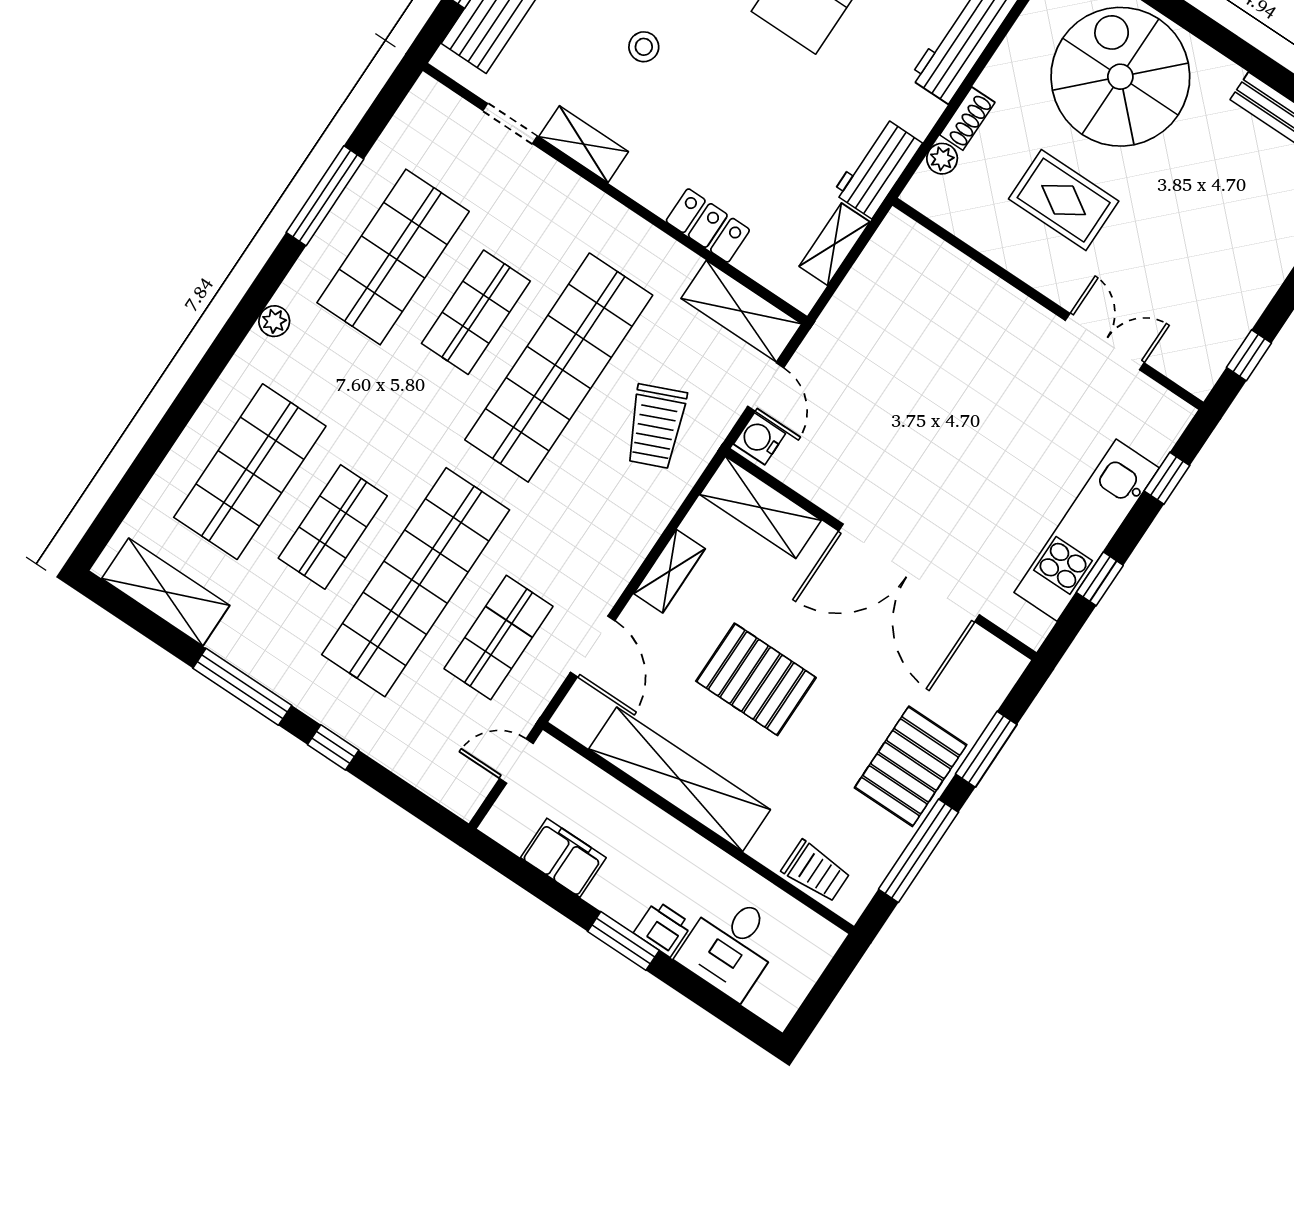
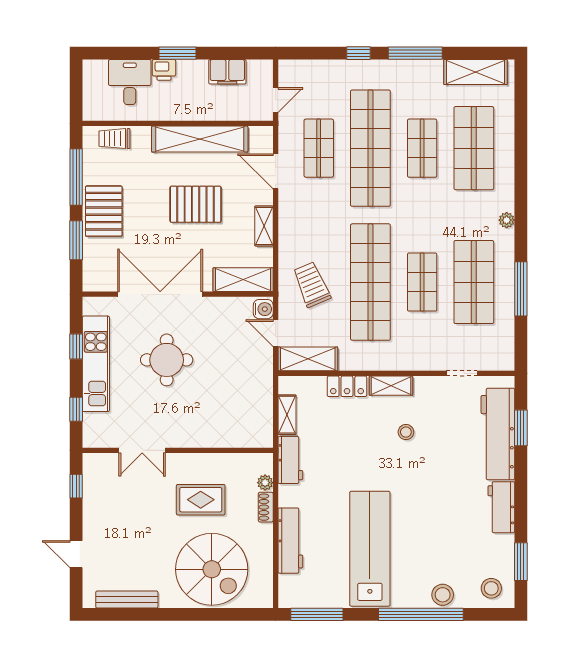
stool: (644, 47) -> (406, 432), moved
shelving: (584, 144) -> (391, 386), moved
round table: (969, 461) -> (167, 360), added

